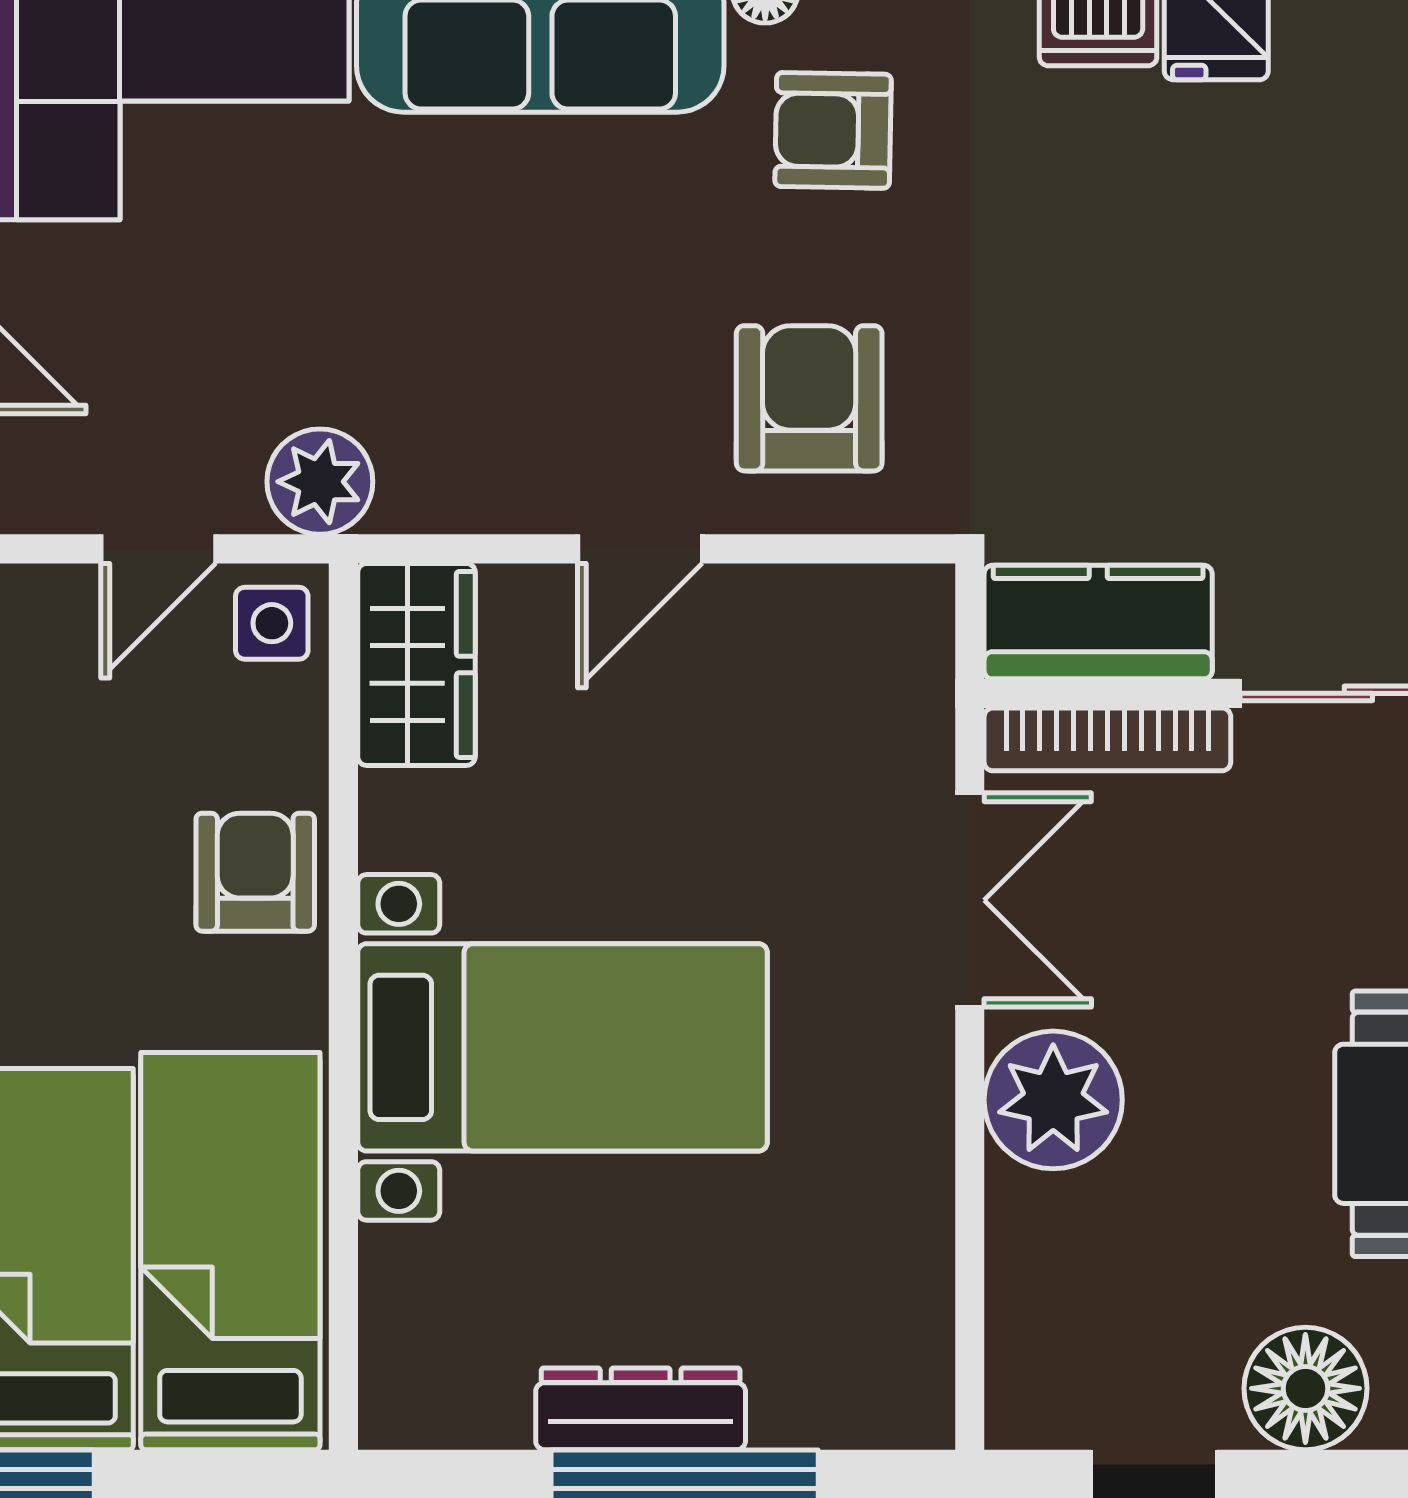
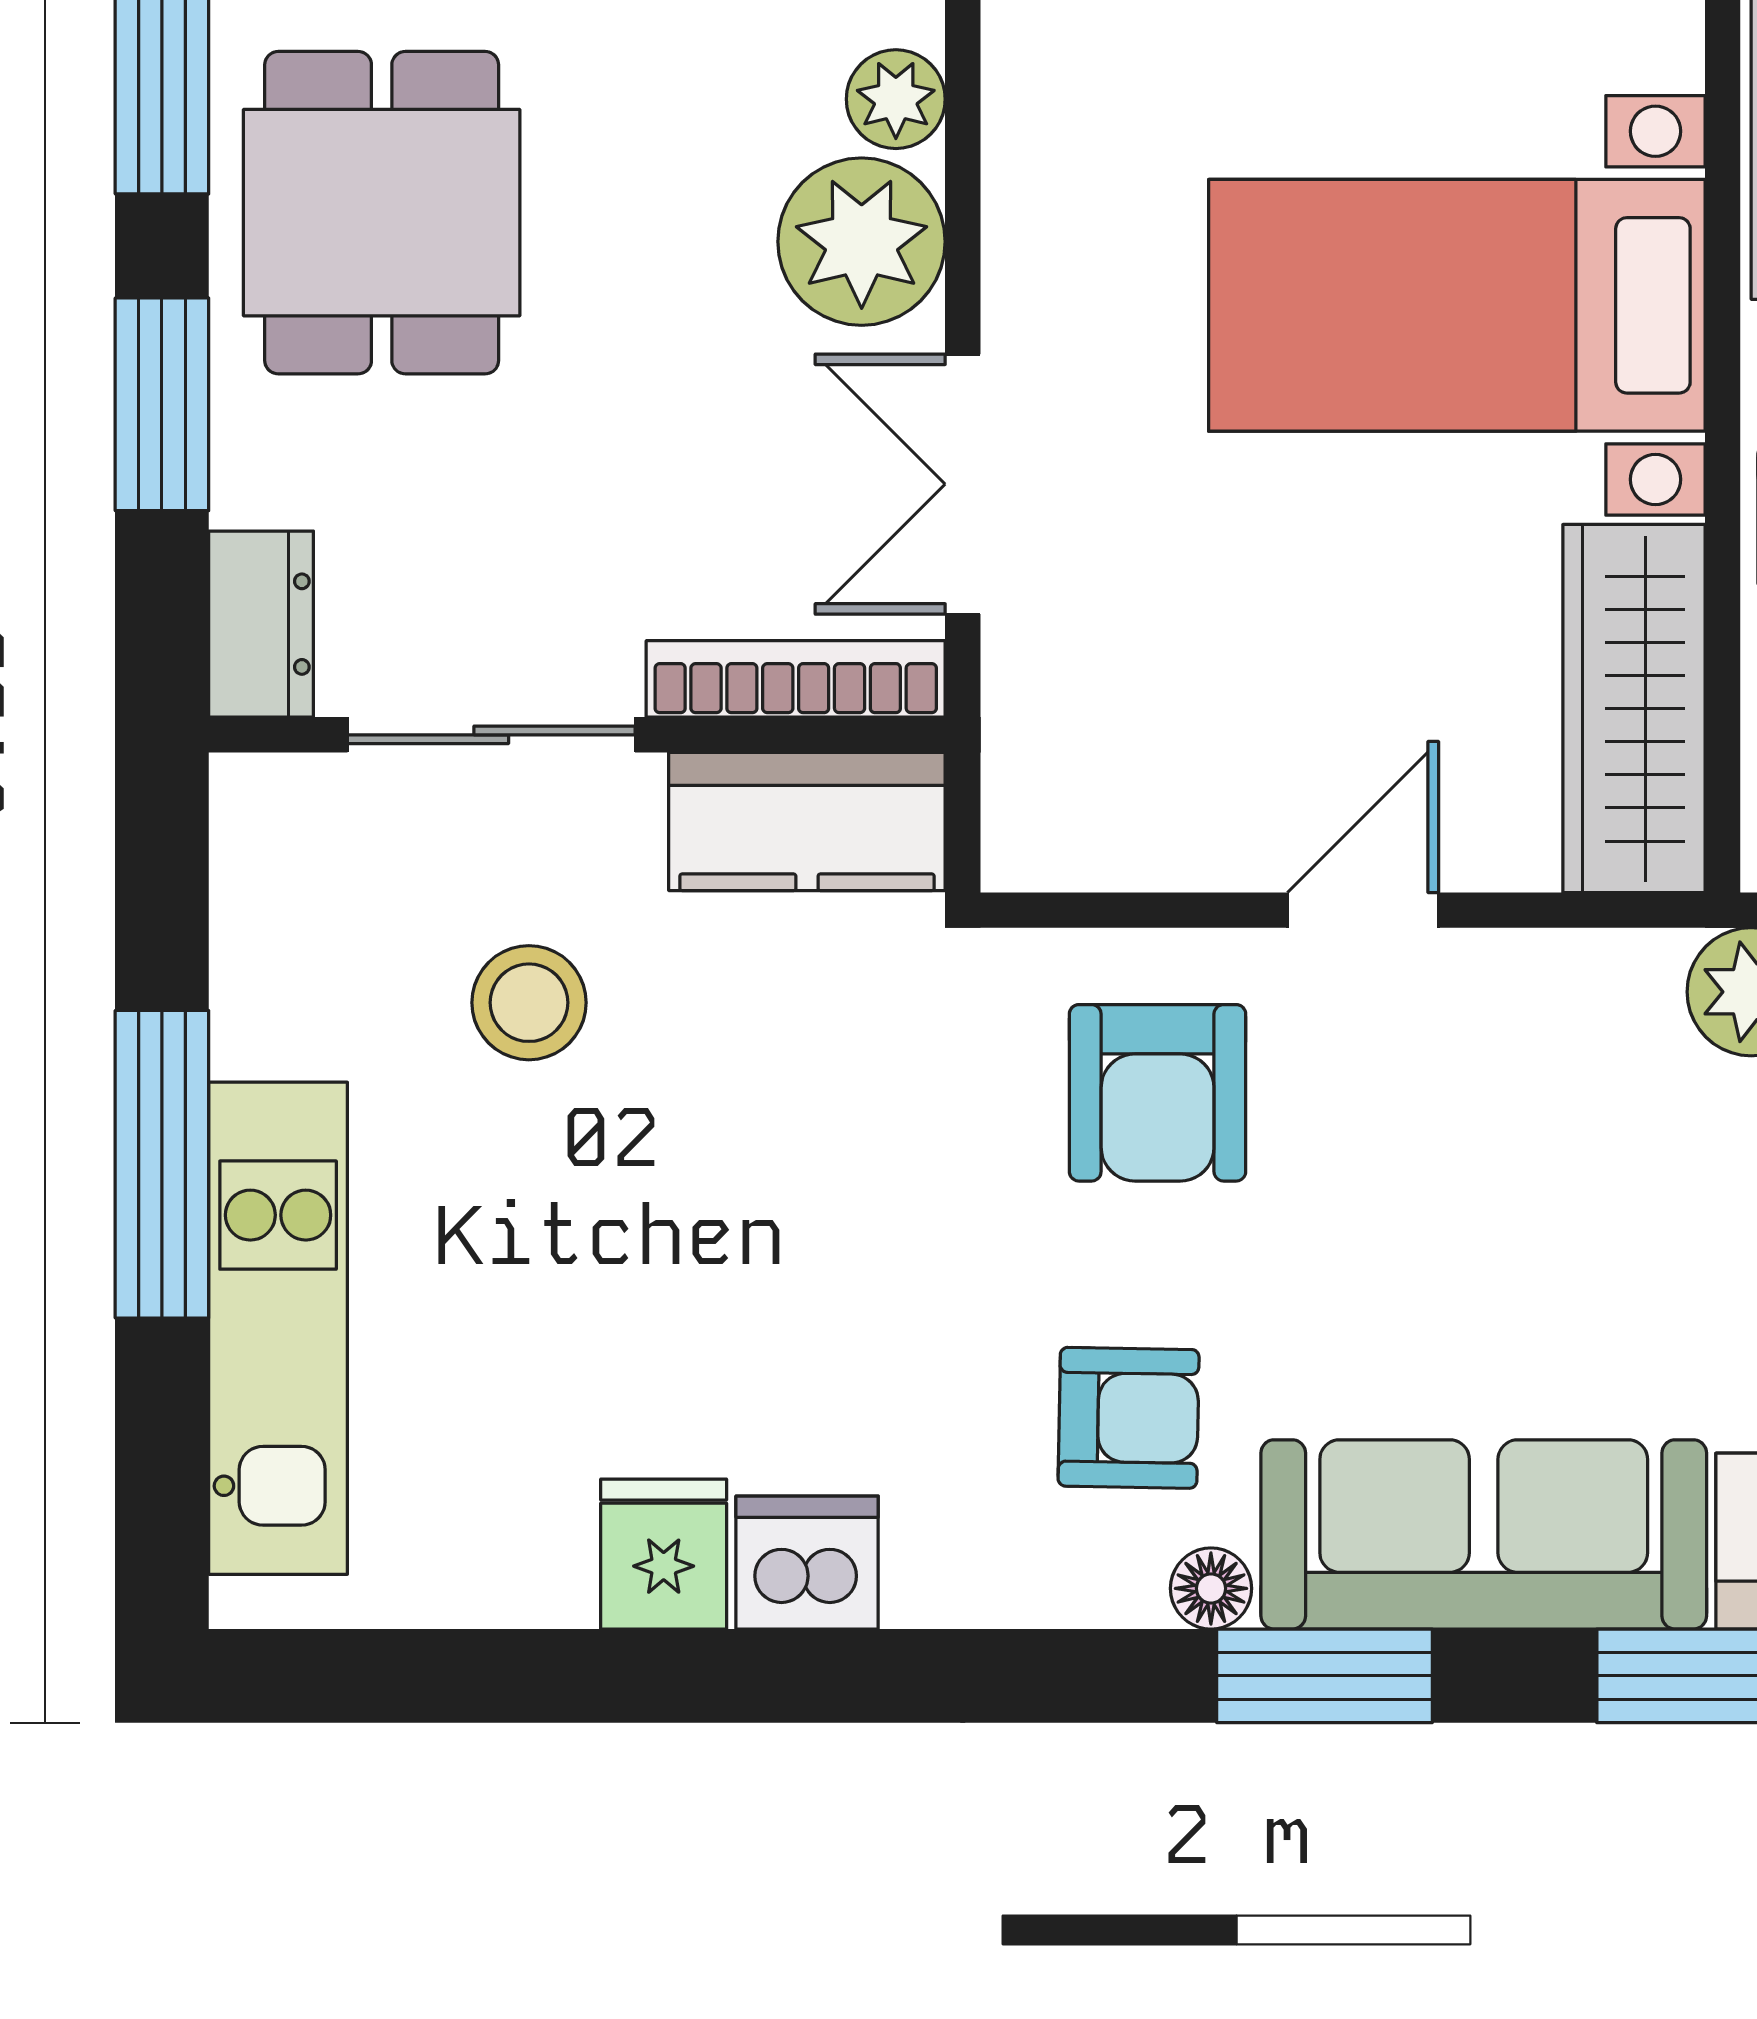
stool: (1327, 473) -> (529, 1003), added
wardrobe: (416, 664) -> (1634, 709), width x1.50
plant: (1025, 1217) -> (896, 99), added

